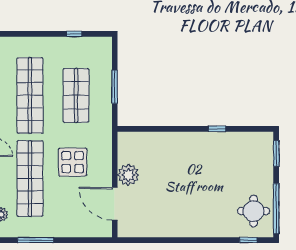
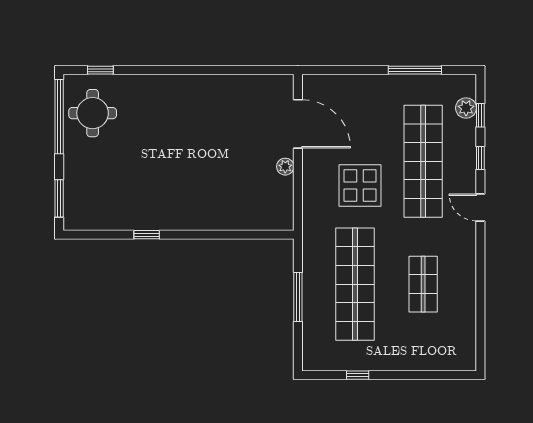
shop shelf: (30, 95) -> (423, 284), width x0.50, depth x0.74
shop shelf: (76, 95) -> (355, 284), width x1.40
plant: (128, 175) -> (285, 167), width x0.53, depth x0.53

